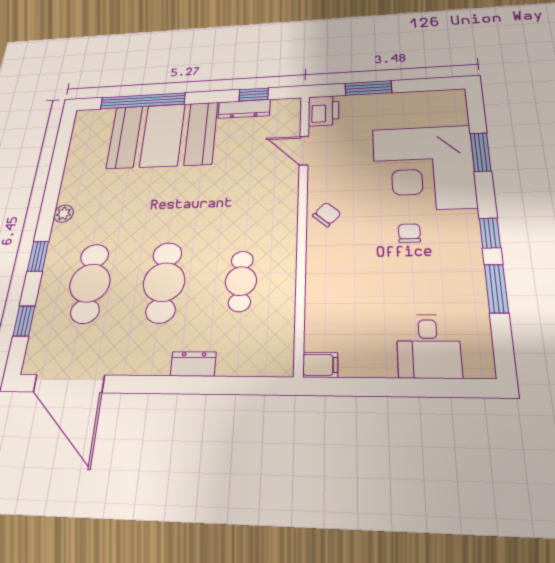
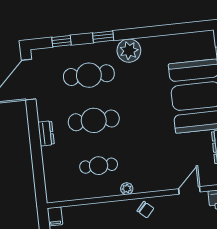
plant: (64, 214) -> (129, 51), width x1.88, depth x1.88
plant: (287, 240) -> (127, 189), added
dresser: (193, 364) -> (46, 133), moved

